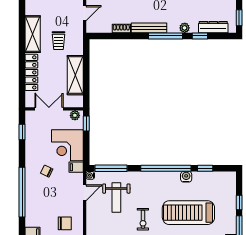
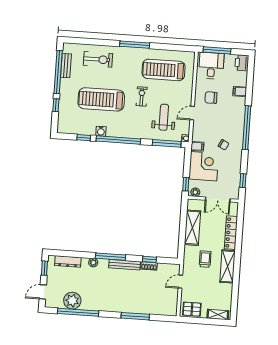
window: (200, 36) -> (149, 259), moved
door: (85, 193) -> (192, 113), moved
treadmill: (188, 213) -> (101, 99), turned 180

